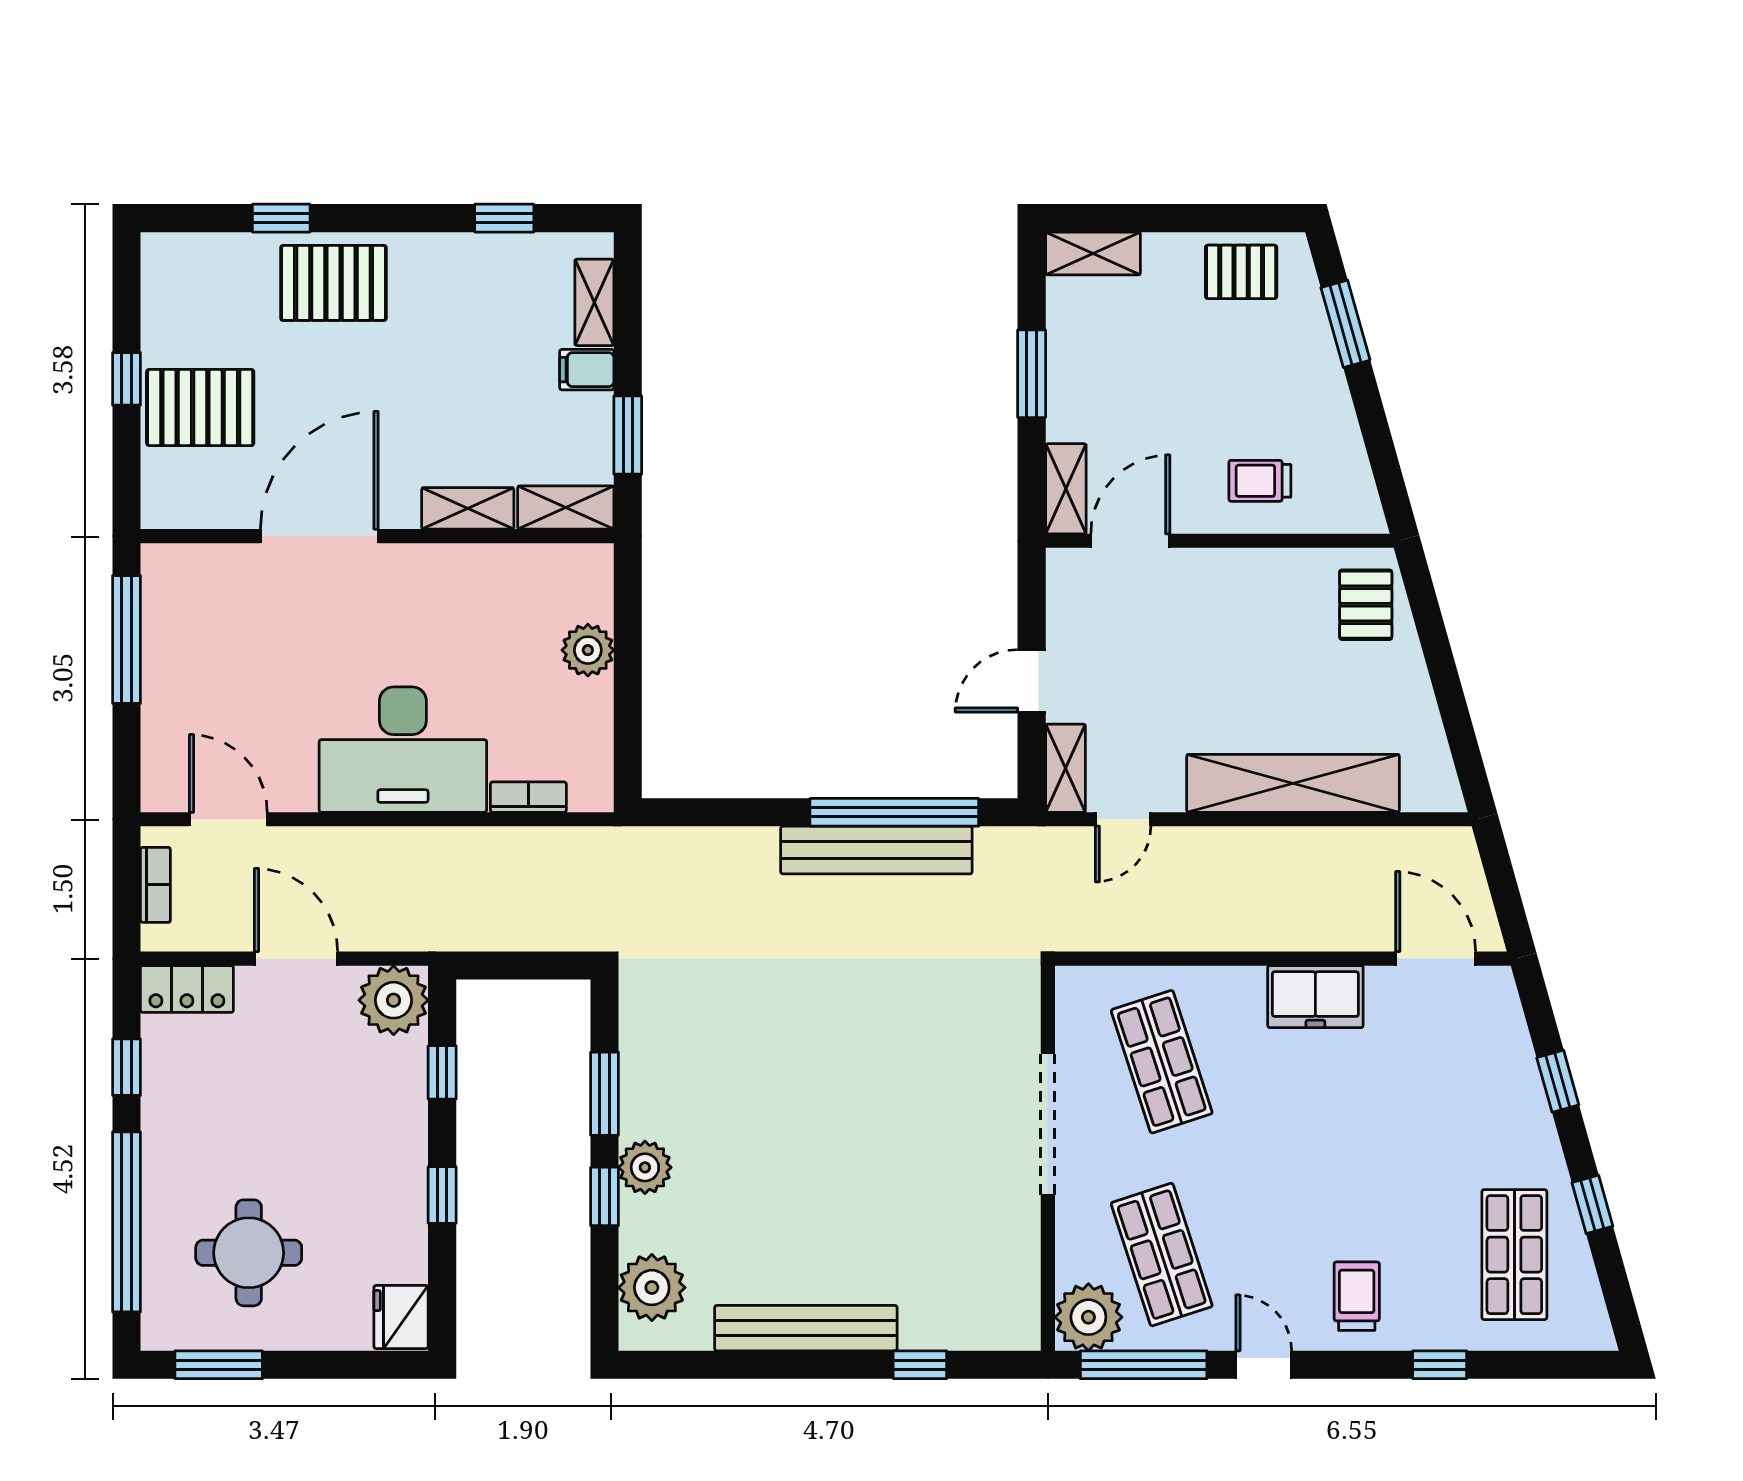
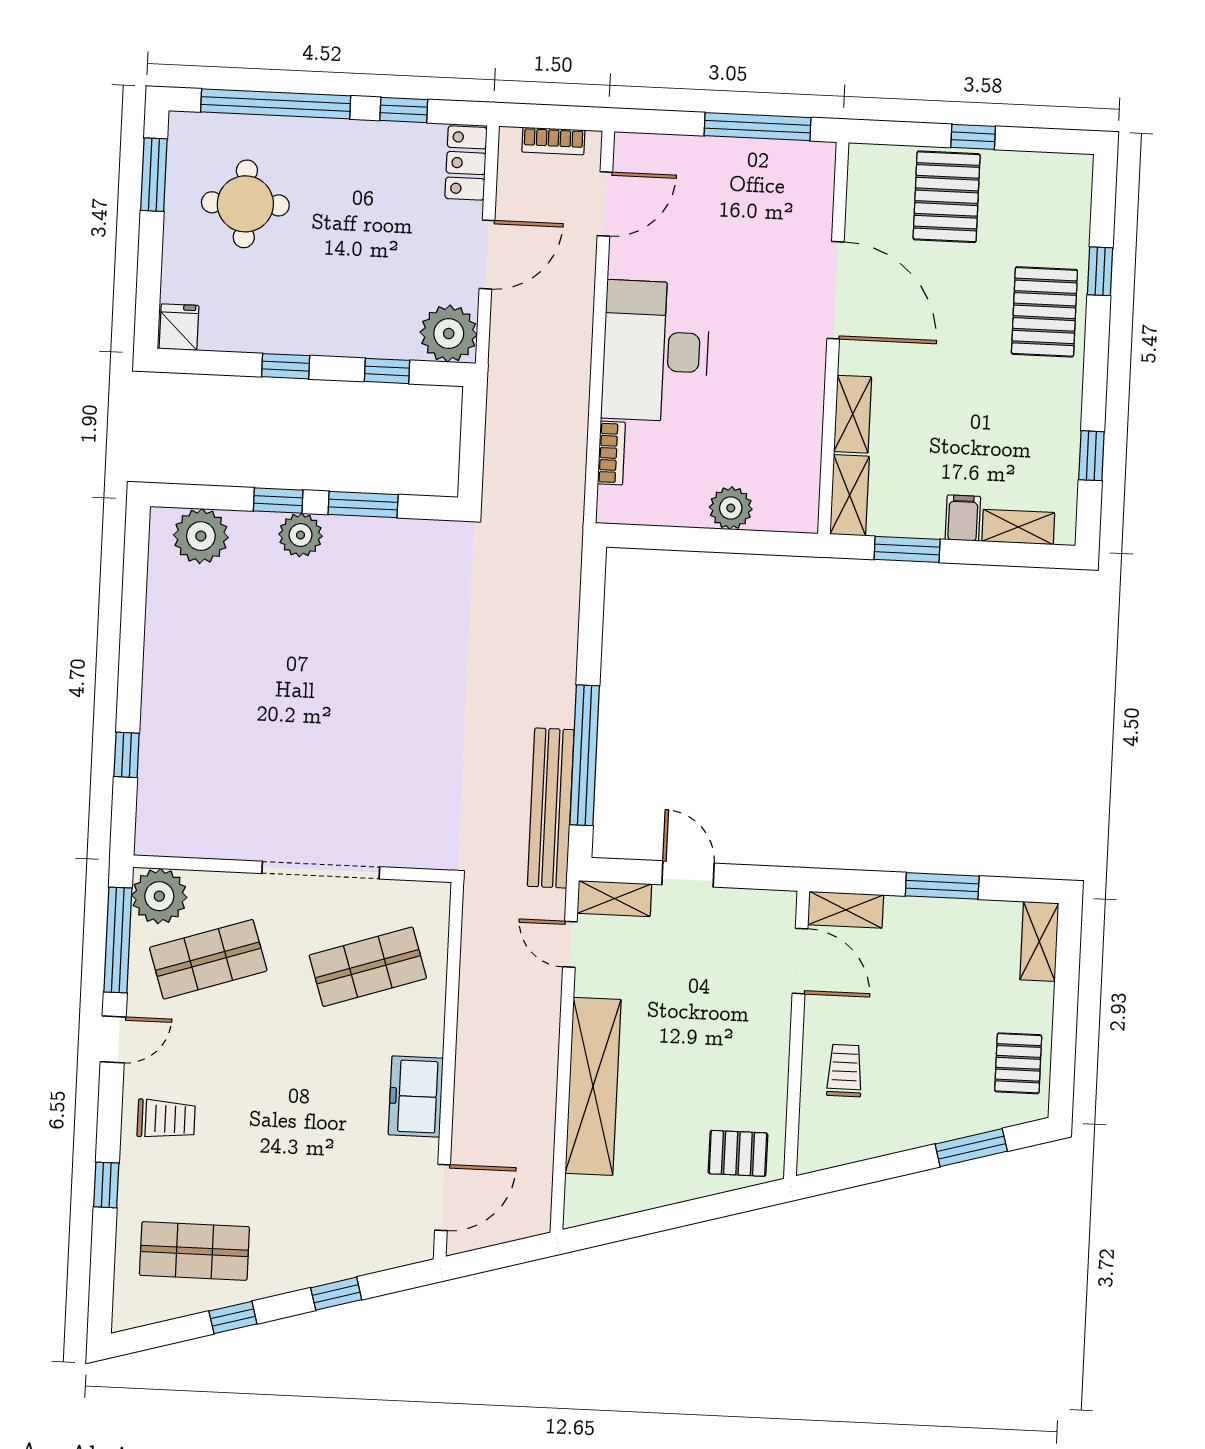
bench: (876, 850) -> (551, 808), moved
fridge: (401, 1317) -> (179, 327), width x0.72
bench: (806, 1328) -> (161, 662), removed

